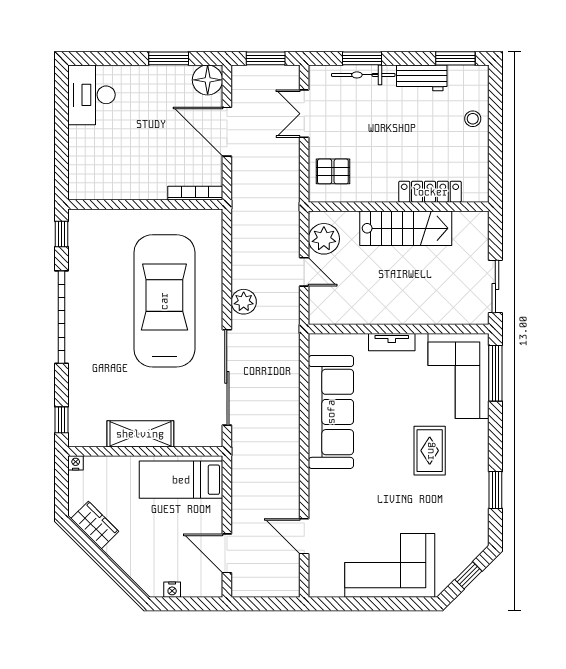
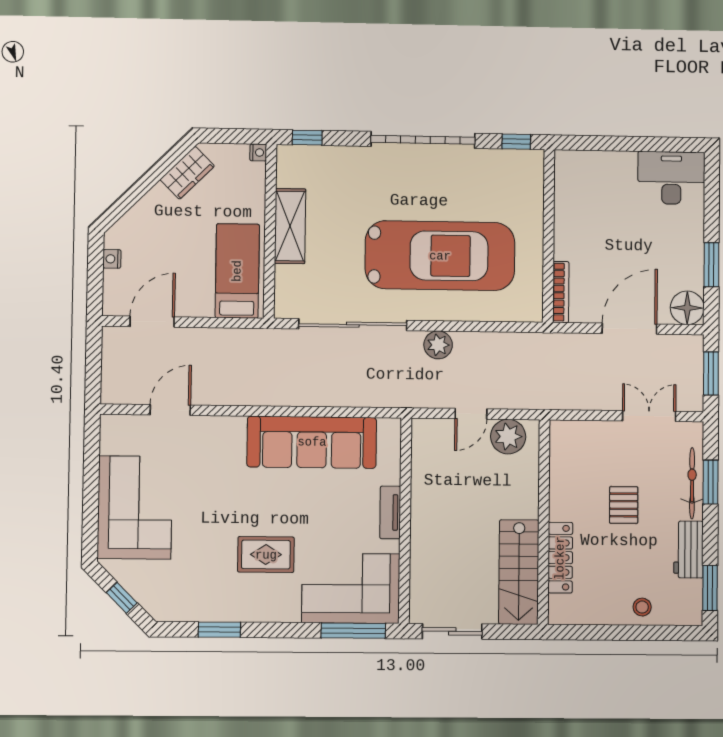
pallet: (333, 171) -> (624, 505), moved
stairs: (406, 228) -> (519, 572), moved

